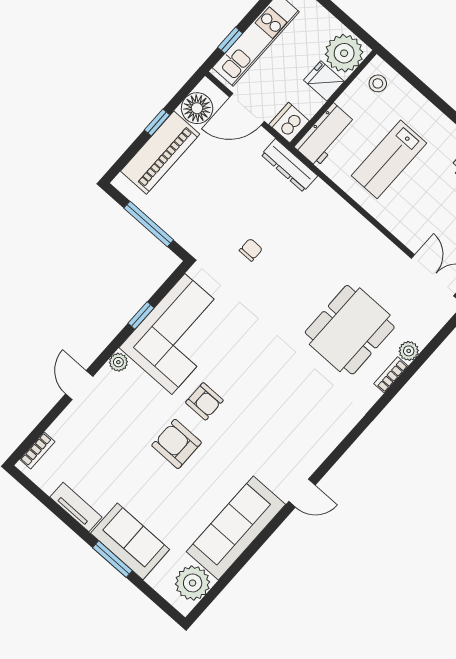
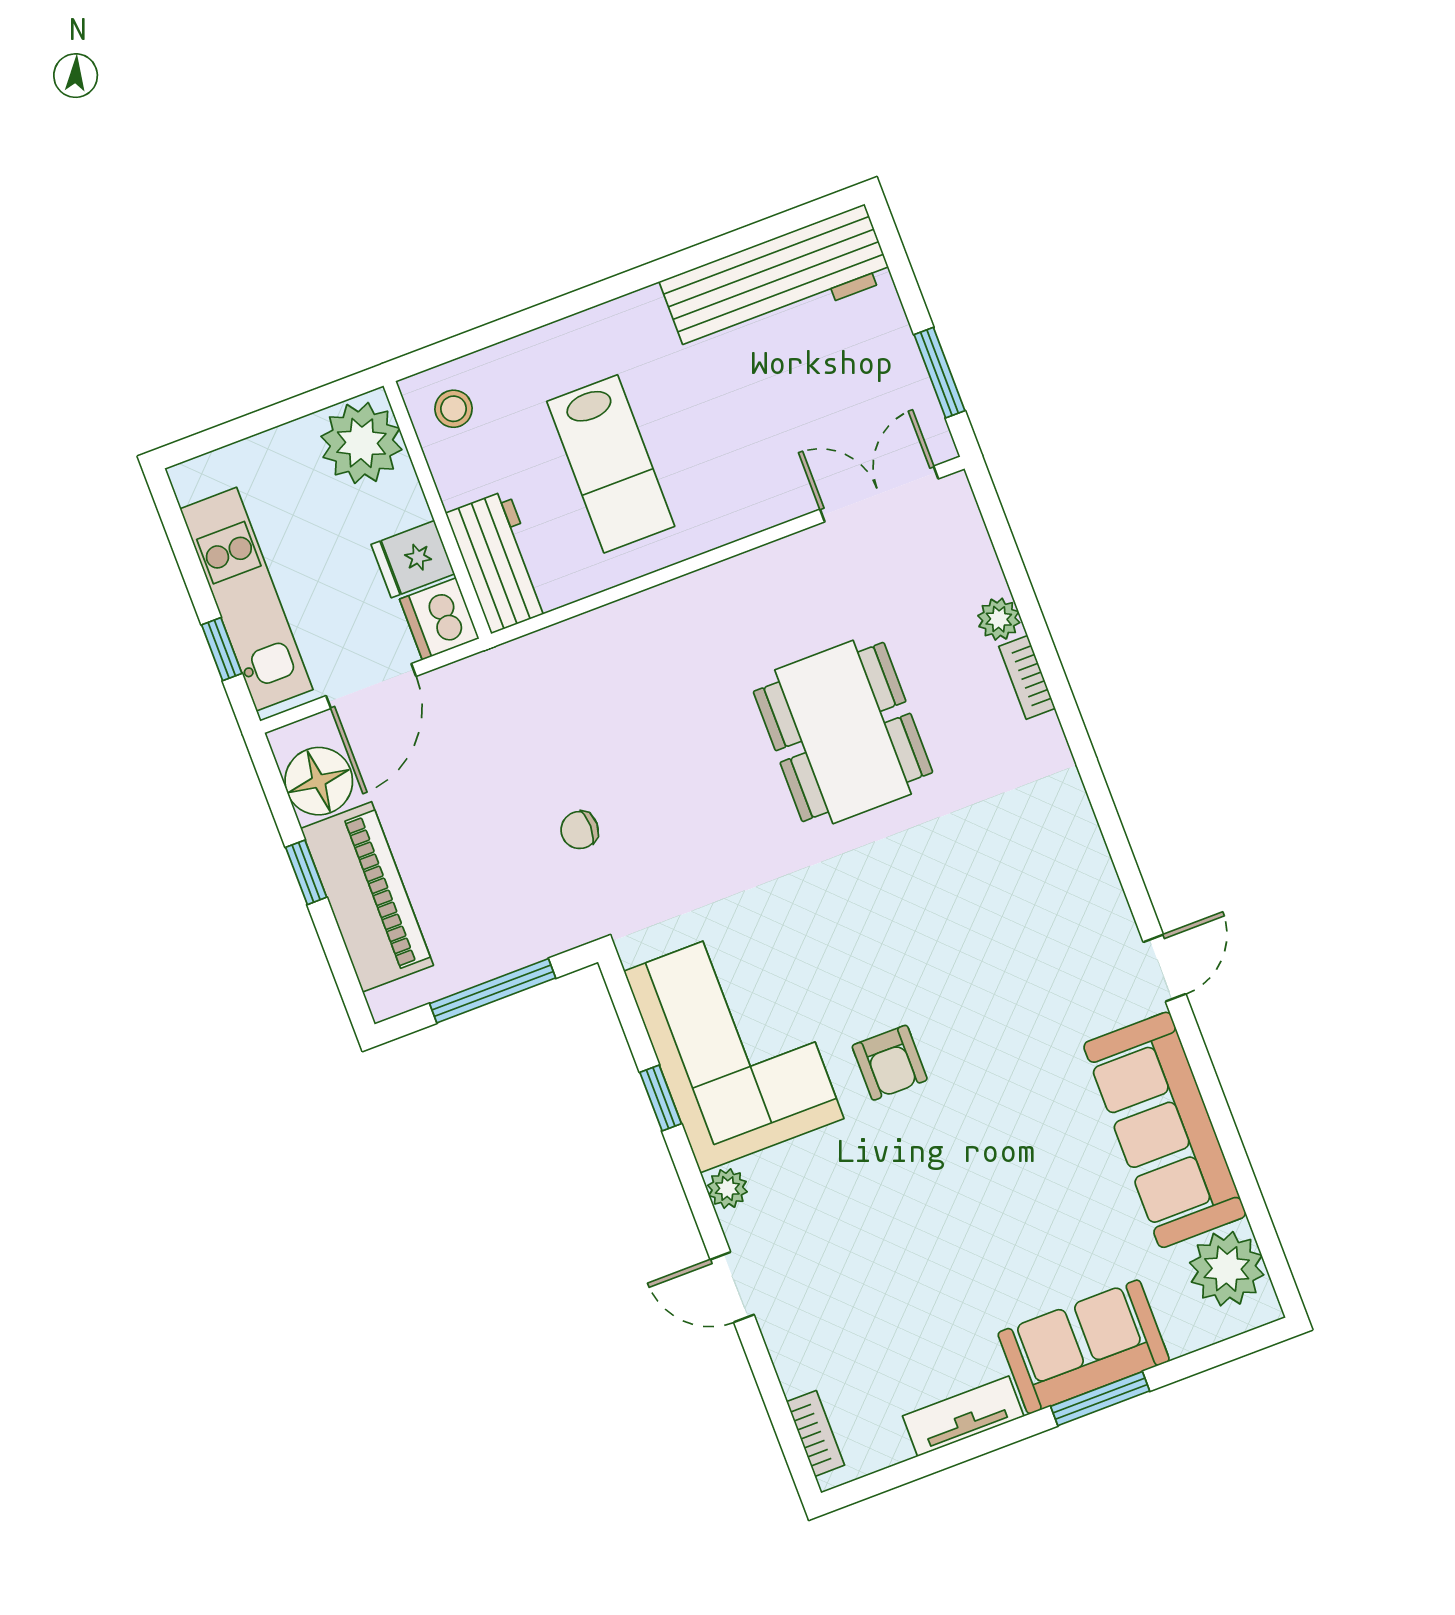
fridge: (324, 81) -> (413, 559), moved
dresser: (289, 165) -> (522, 661), removed
chair: (251, 250) -> (580, 830), moved, turned -90
dining table: (350, 330) -> (843, 732), moved
armchair: (204, 401) -> (890, 1063), turned 90
armchair: (177, 444) -> (943, 1159), removed

